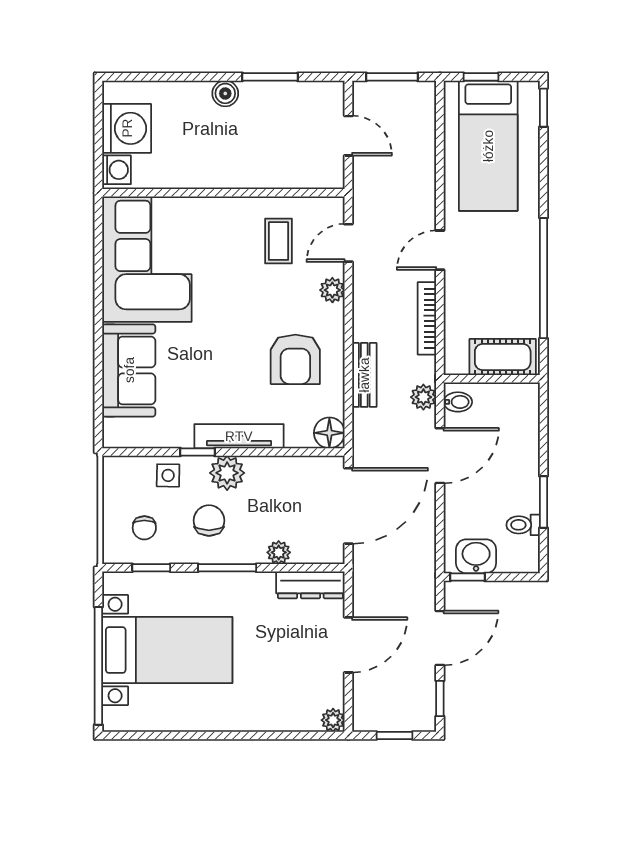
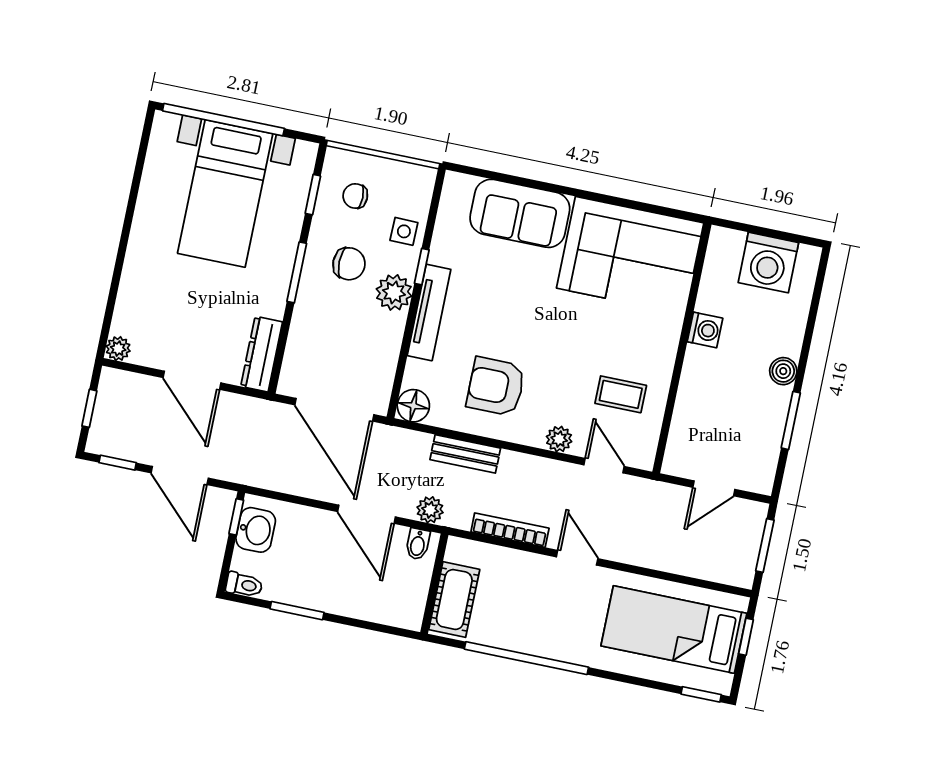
washing machine: (116, 170) -> (705, 330), moved, turned -90
toilet: (523, 525) -> (244, 585), moved, turned 90
plant: (279, 552) -> (301, 328), removed

